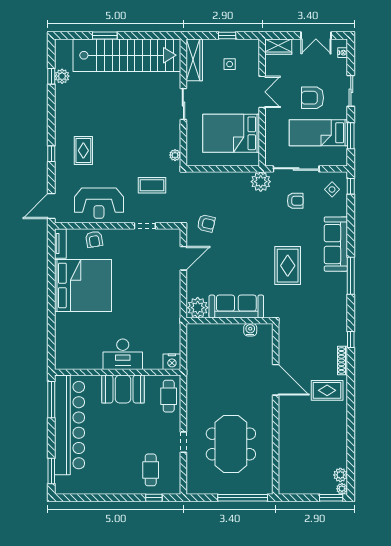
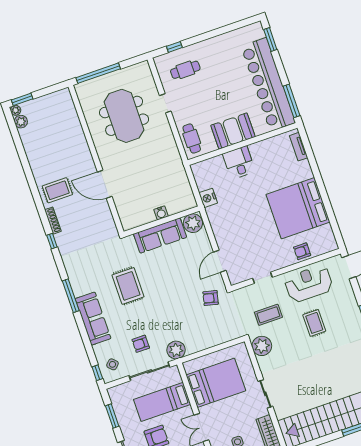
bed: (318, 133) -> (162, 402), moved, turned 180
rug: (83, 151) -> (314, 323), moved
plant: (175, 155) -> (262, 346), width x1.87, depth x1.87
armchair: (94, 239) -> (302, 251), turned -80
tv unit: (60, 243) -> (299, 147), moved
water cooler: (250, 330) -> (161, 213), moved
desk: (123, 354) -> (239, 163), width x0.73
nightstand: (172, 362) -> (208, 198), moved, turned -90
cafe table: (151, 470) -> (185, 70), turned 90

